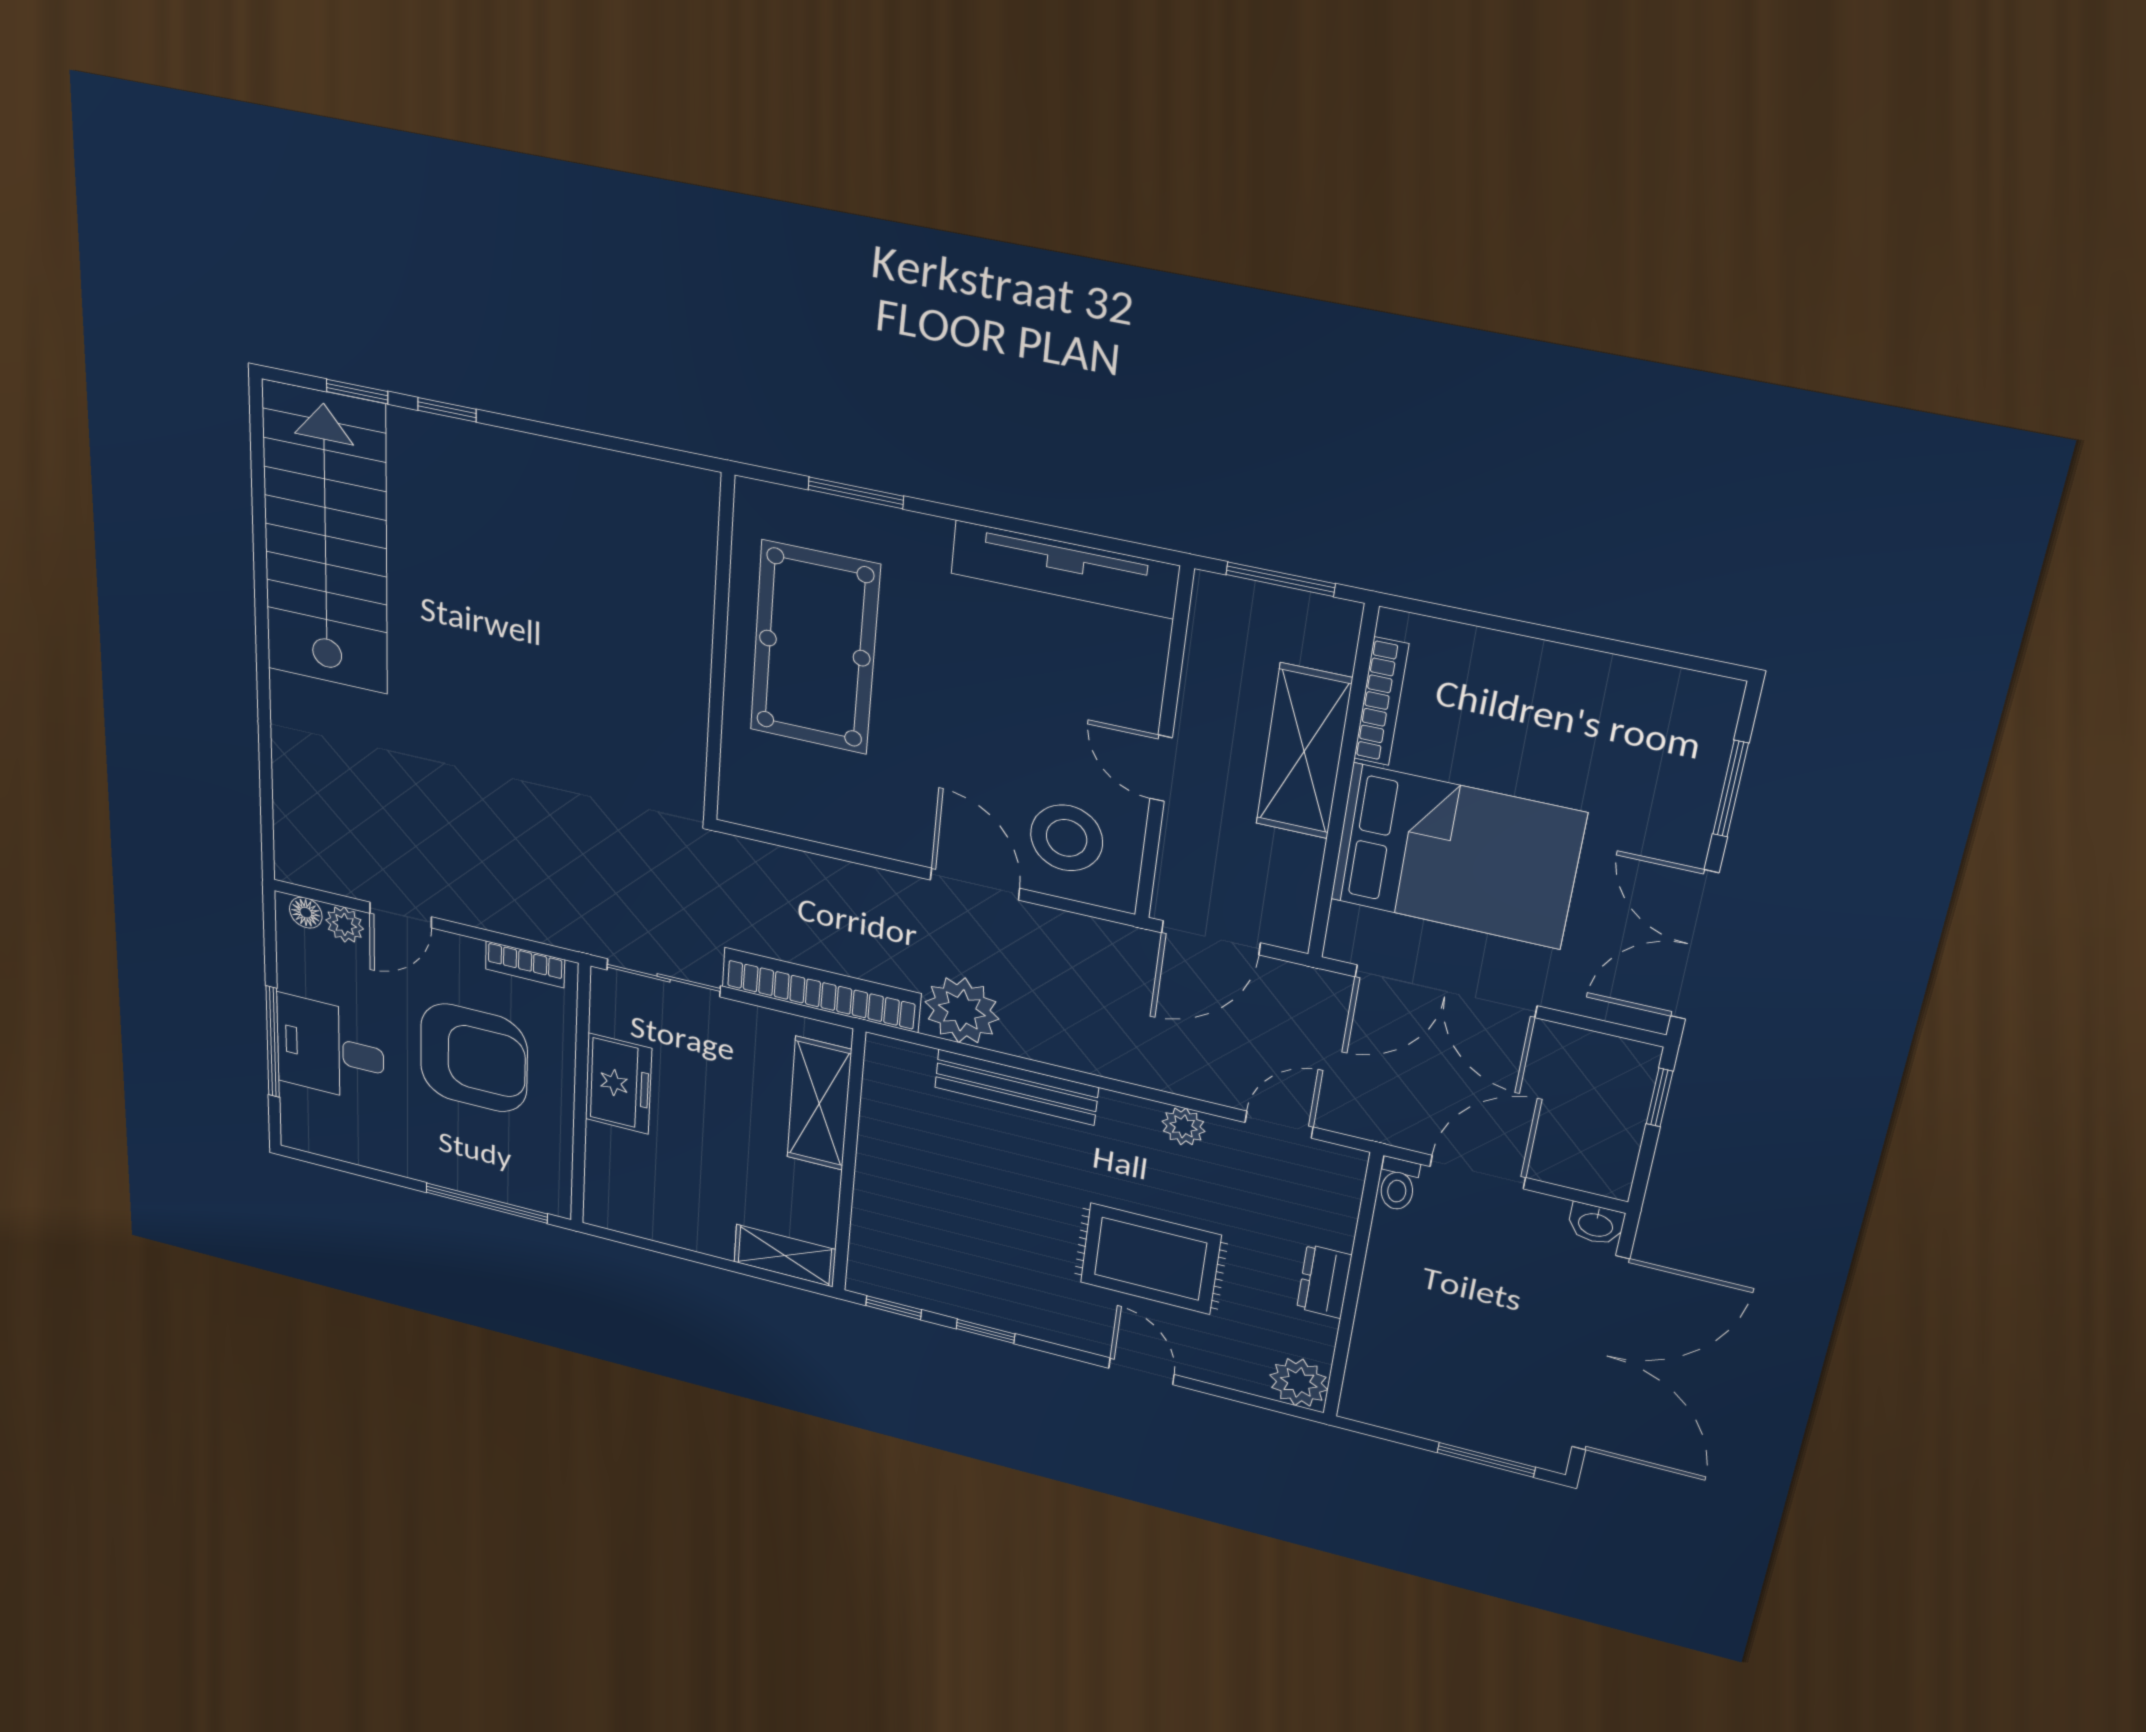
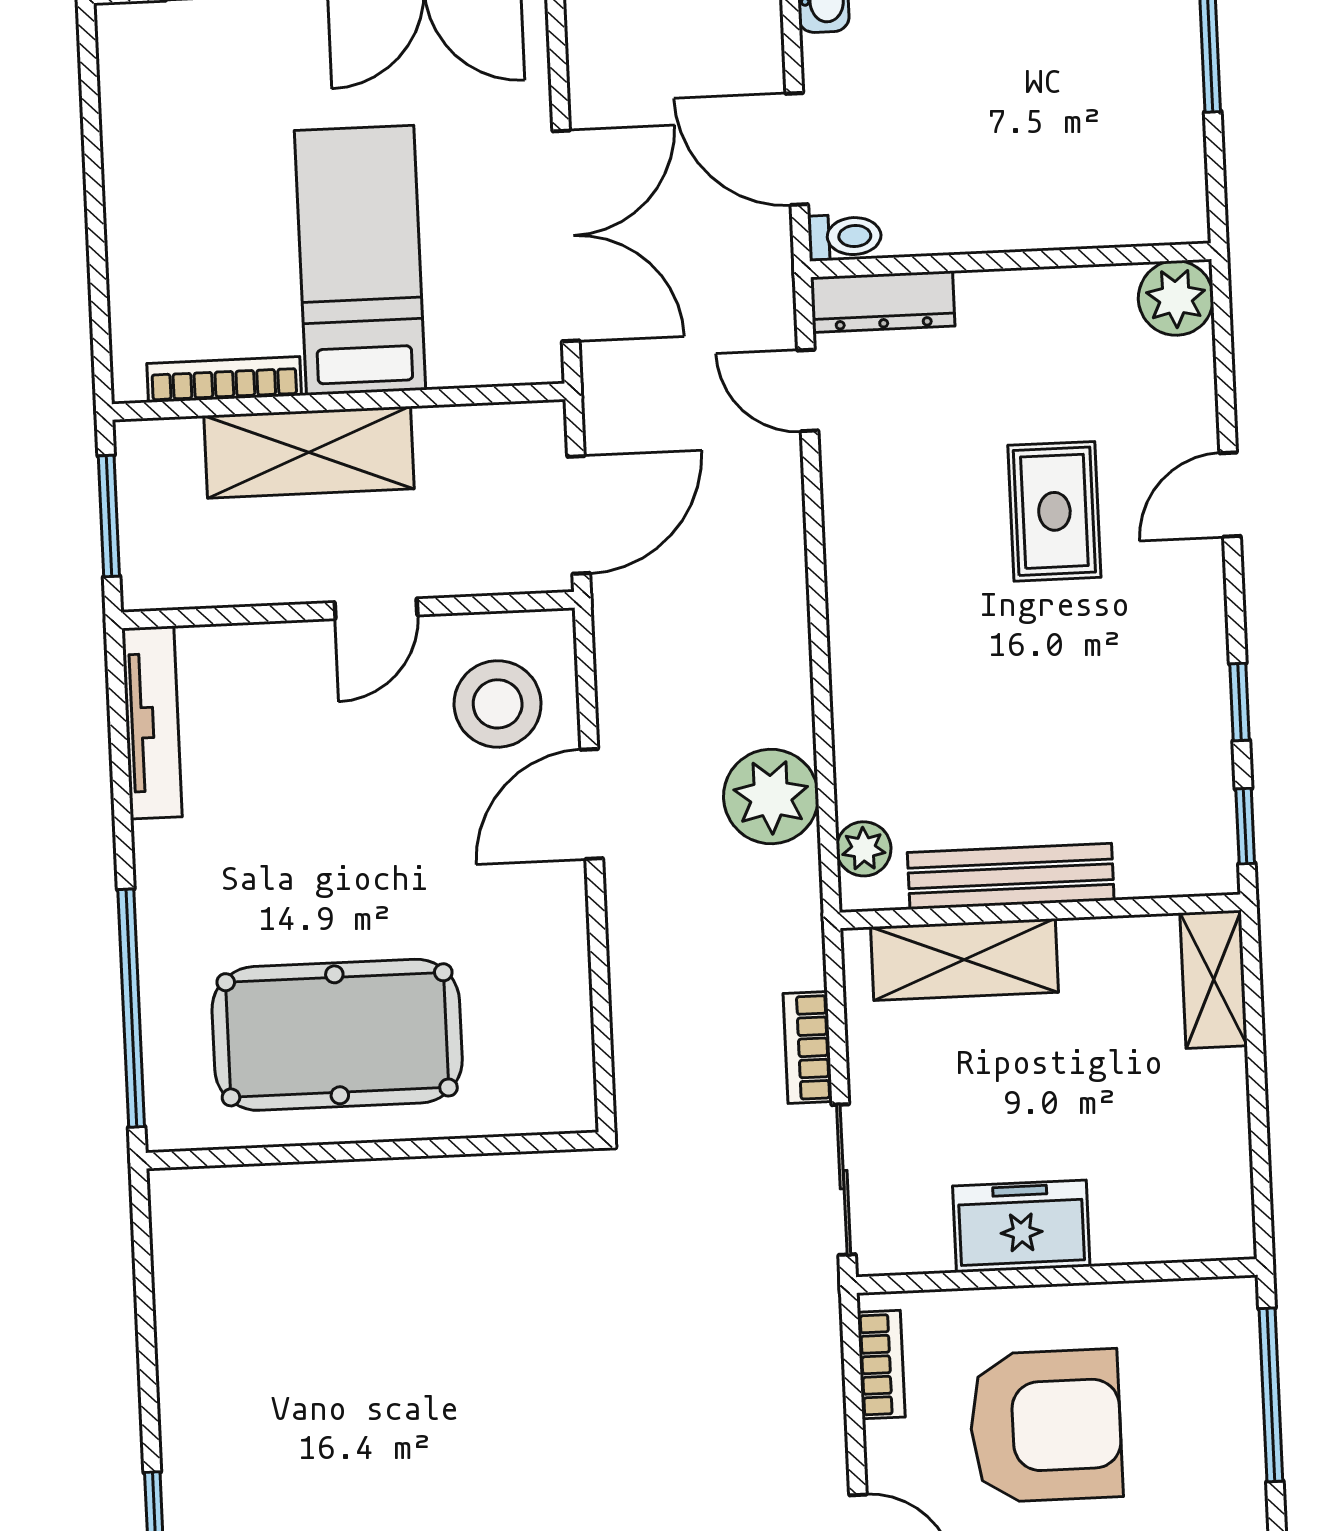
window: (856, 493) -> (131, 1008), width x2.11
tv unit: (1065, 569) -> (152, 722), width x0.73, depth x0.78
bed: (1457, 856) -> (360, 260), width x0.67
door: (1211, 938) -> (579, 515), hinge flipped
bookcase: (821, 990) -> (808, 1048), width x0.43, depth x0.76
armchair: (474, 1058) -> (1046, 1426), turned 90
bench: (1016, 1087) -> (1011, 876), moved, turned 90
plant: (1183, 1126) -> (864, 849), moved
rug: (1150, 1259) -> (1054, 511), width x0.73, depth x0.70
dresser: (1324, 1282) -> (883, 302), moved, width x1.44

